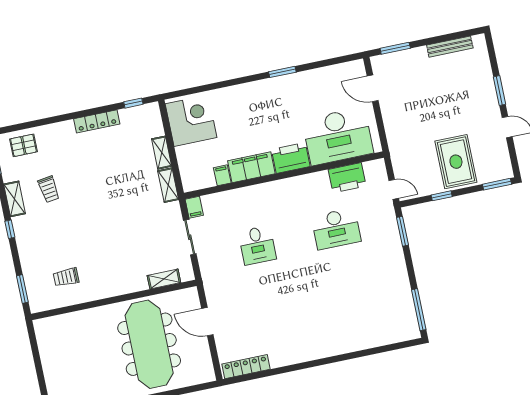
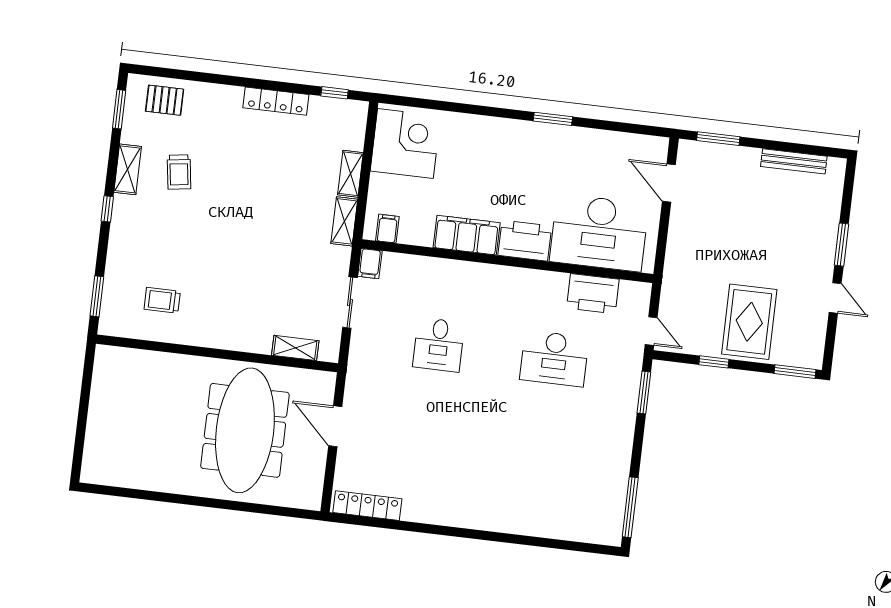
filing cabinet: (222, 175) -> (387, 229), moved

